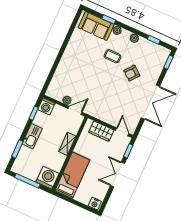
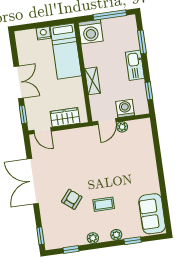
sofa: (96, 26) -> (152, 214), moved, turned -90
washing machine: (46, 106) -> (125, 109), moved
nightstand: (95, 204) -> (43, 33), moved

